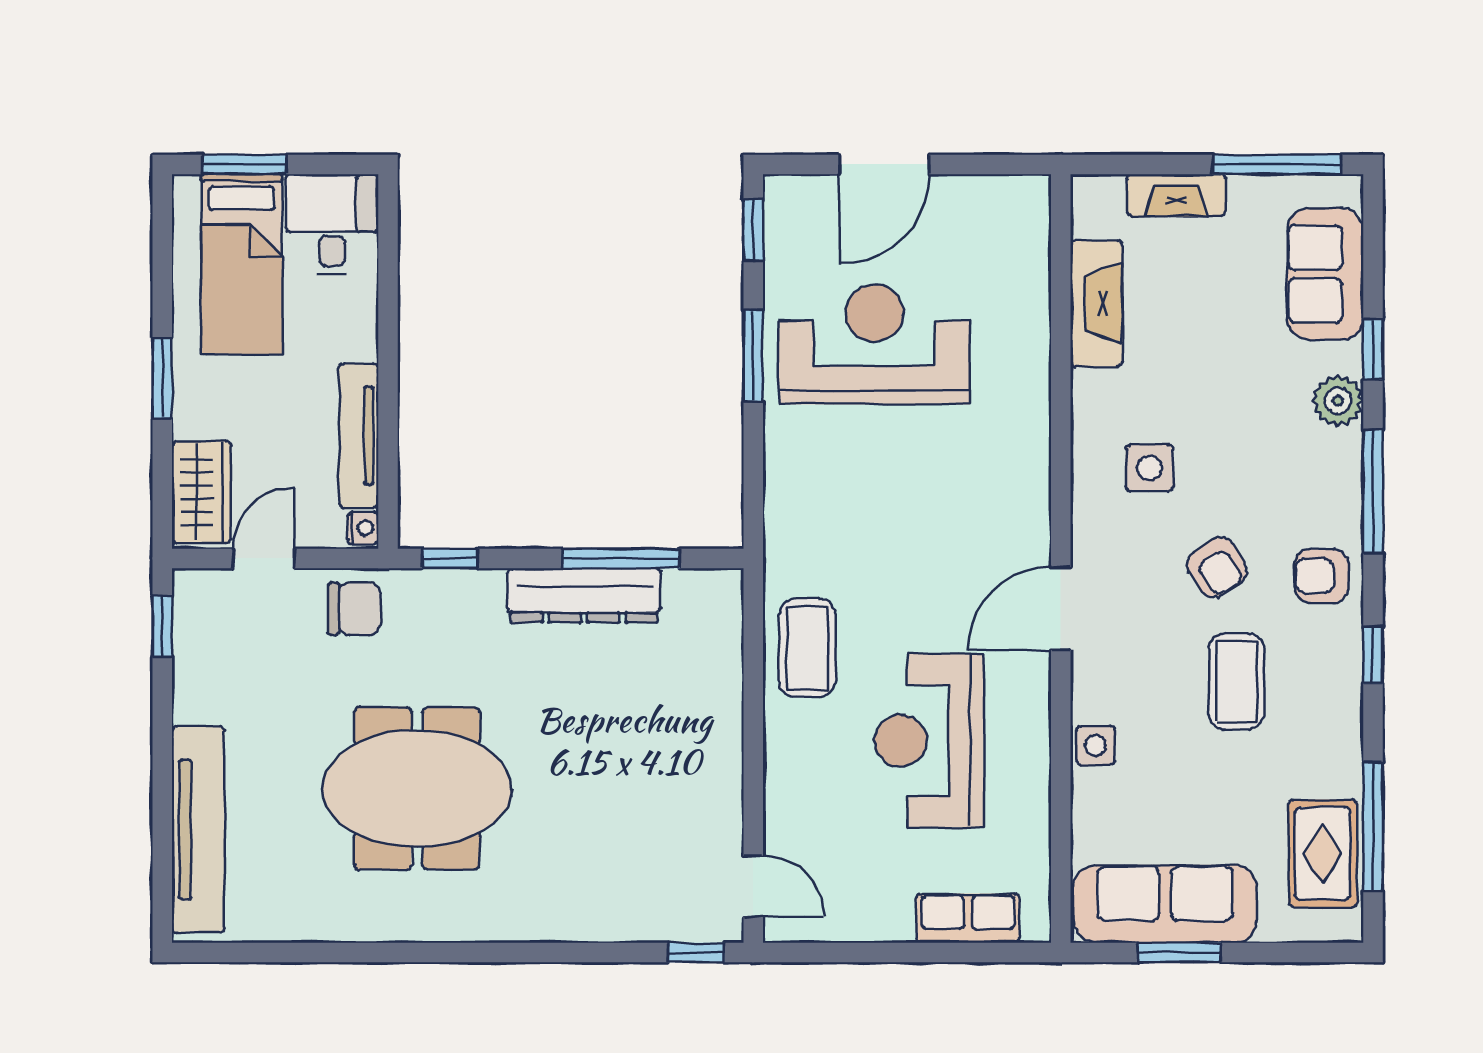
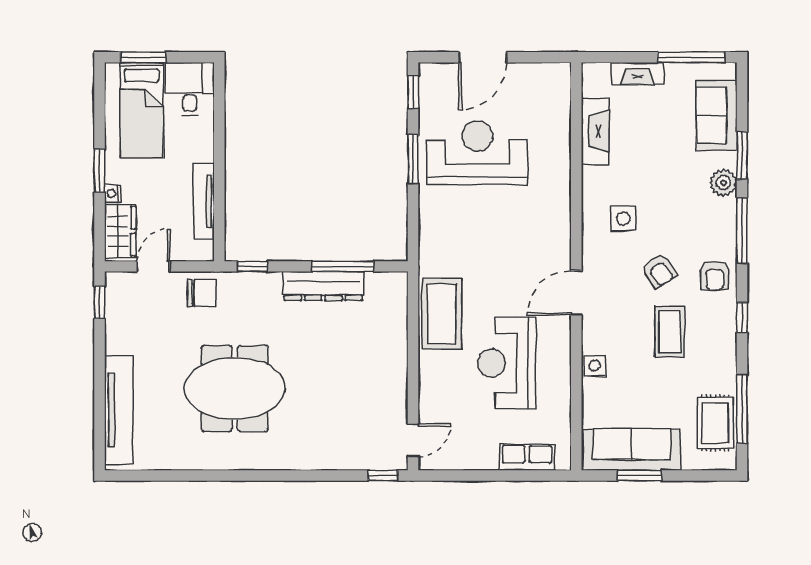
window: (1373, 350) -> (742, 156), width x1.50
nightstand: (363, 528) -> (113, 193), moved, turned 180
armchair: (1321, 576) -> (715, 276), turned -90
coffee table: (807, 648) -> (442, 314), width x1.36, depth x1.32
door: (753, 886) -> (413, 440), hinge flipped

